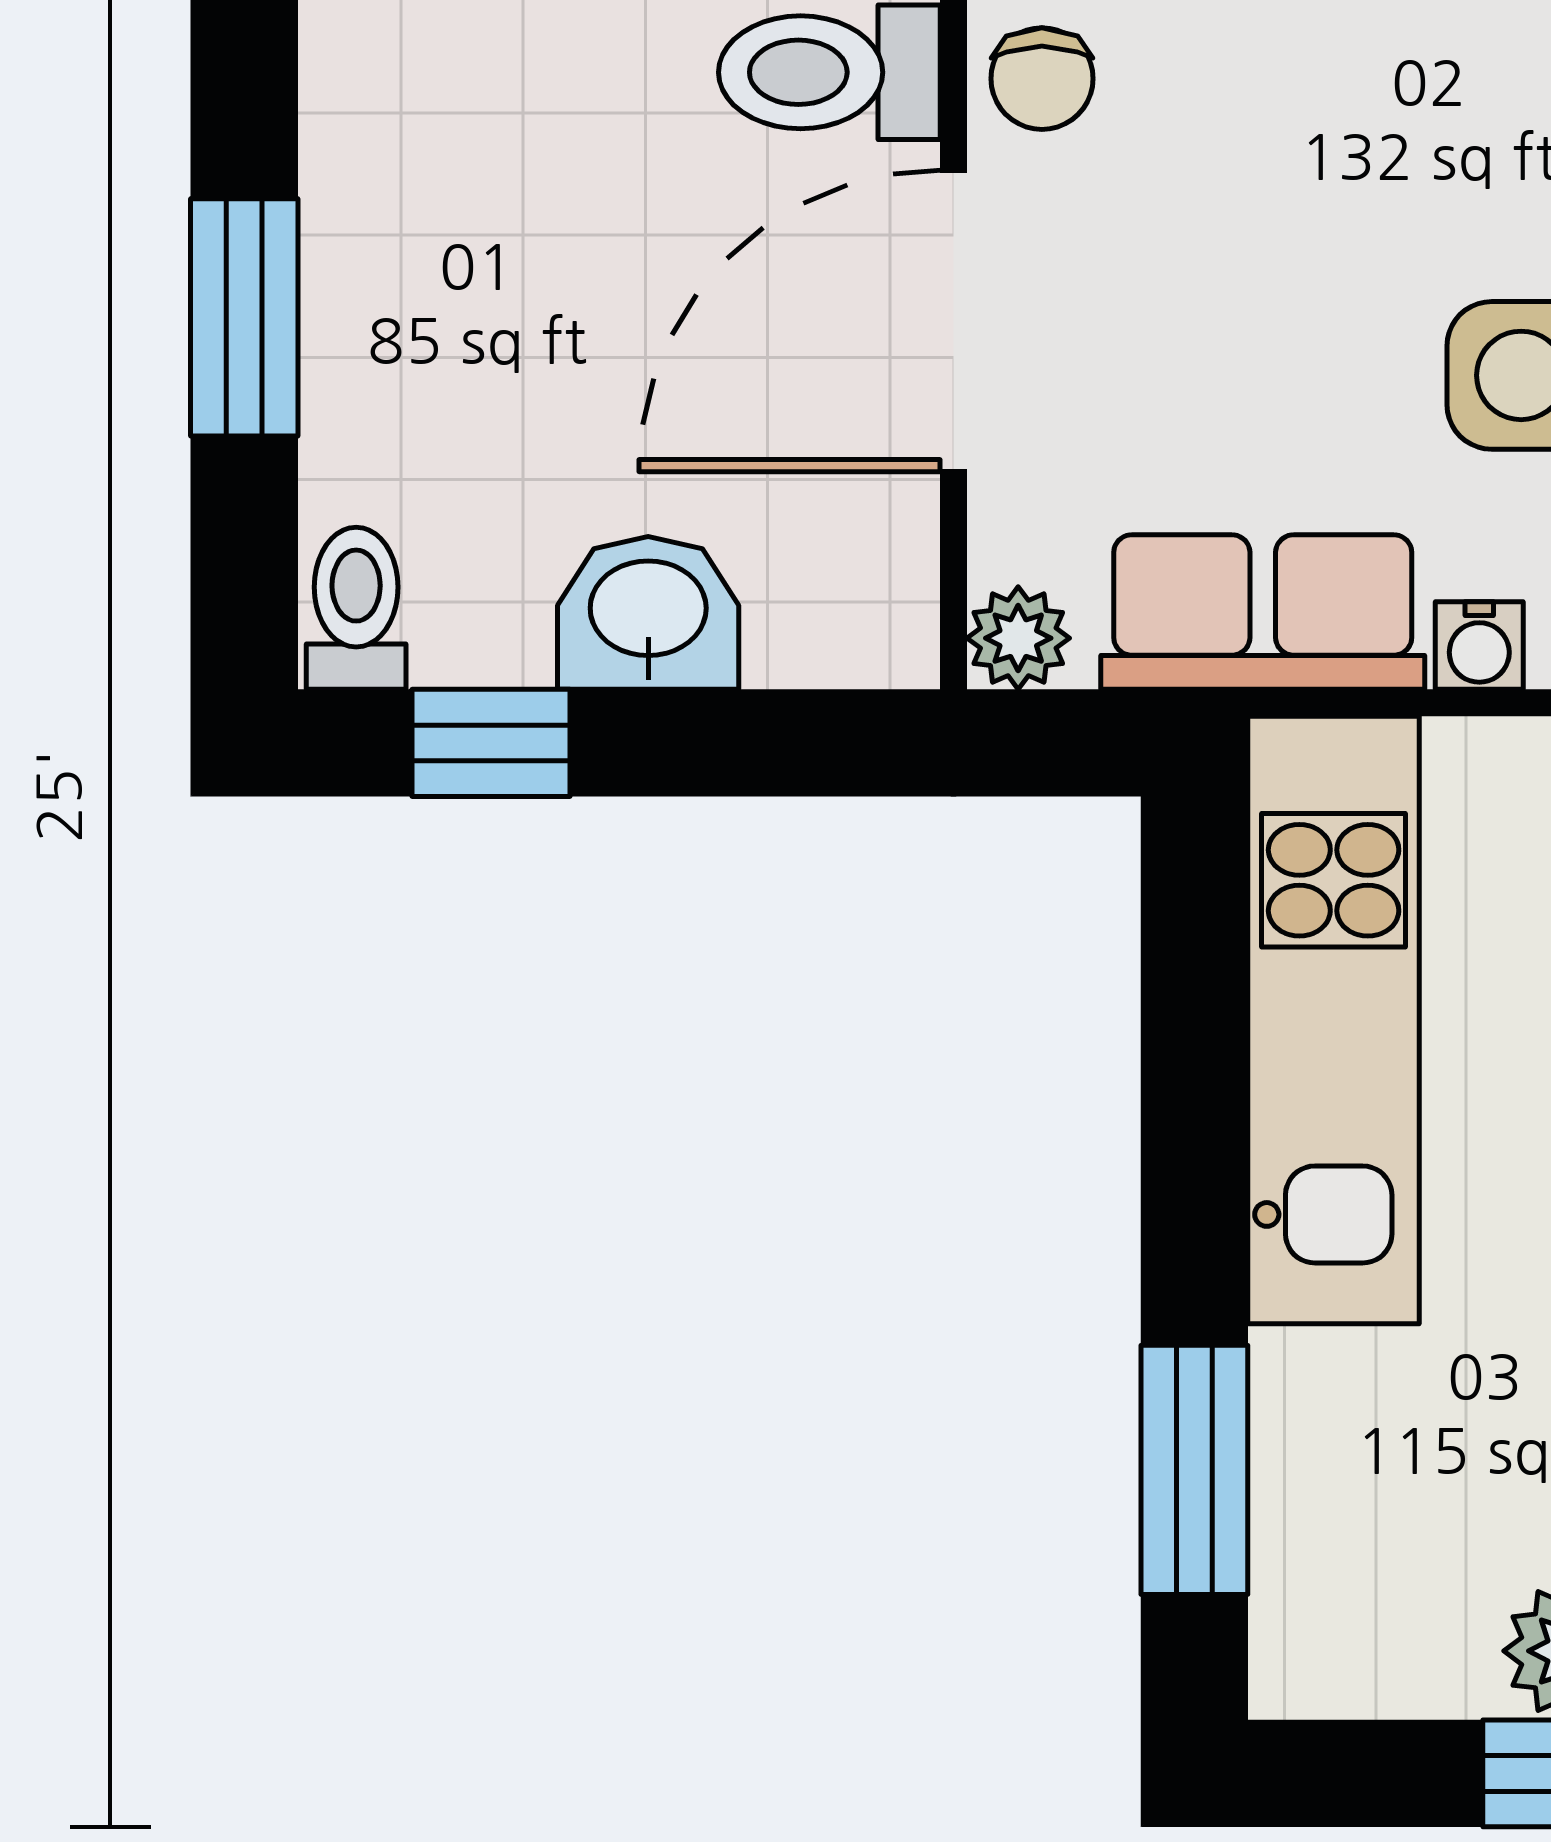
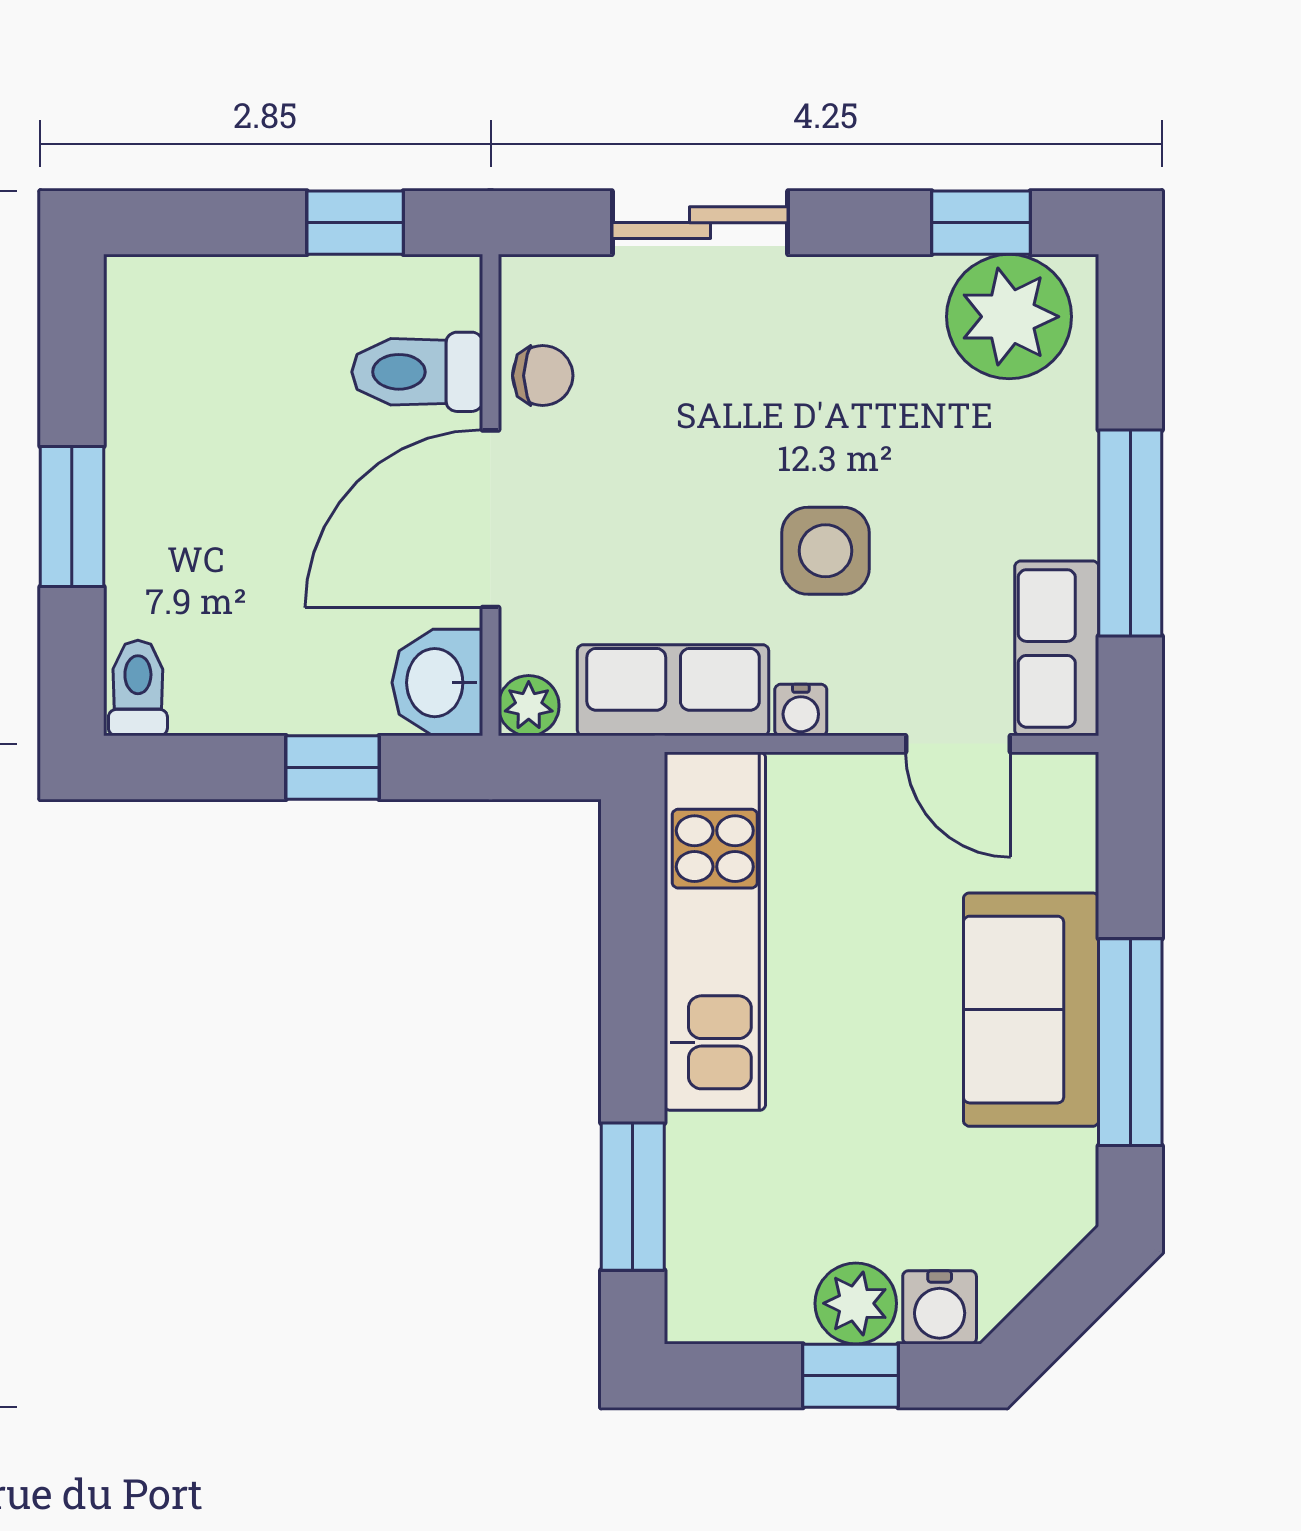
chair: (1042, 79) -> (543, 376), turned -90
washbasin: (648, 613) -> (437, 683), moved, turned -90
window: (491, 743) -> (332, 768), moved

